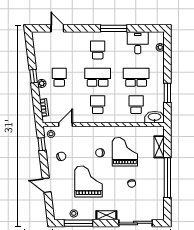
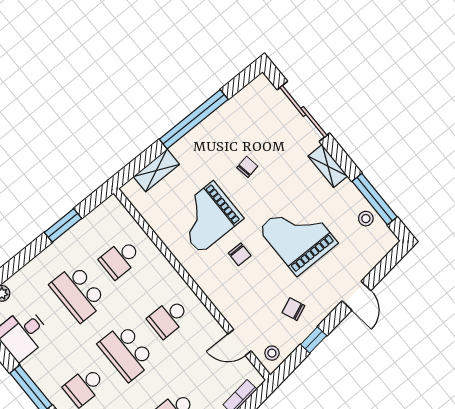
washbasin: (155, 117) -> (116, 215), removed
window: (42, 144) -> (314, 340), moved
grand piano: (89, 181) -> (298, 236), turned 90

